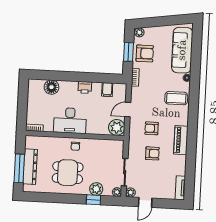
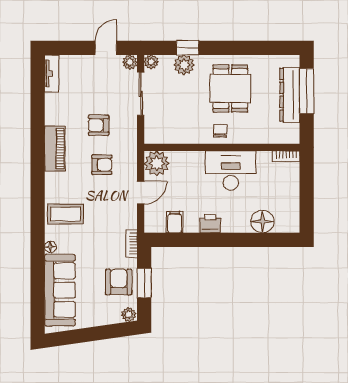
armchair: (145, 53) -> (119, 282), turned 90
dining table: (68, 173) -> (230, 88), turned 90

